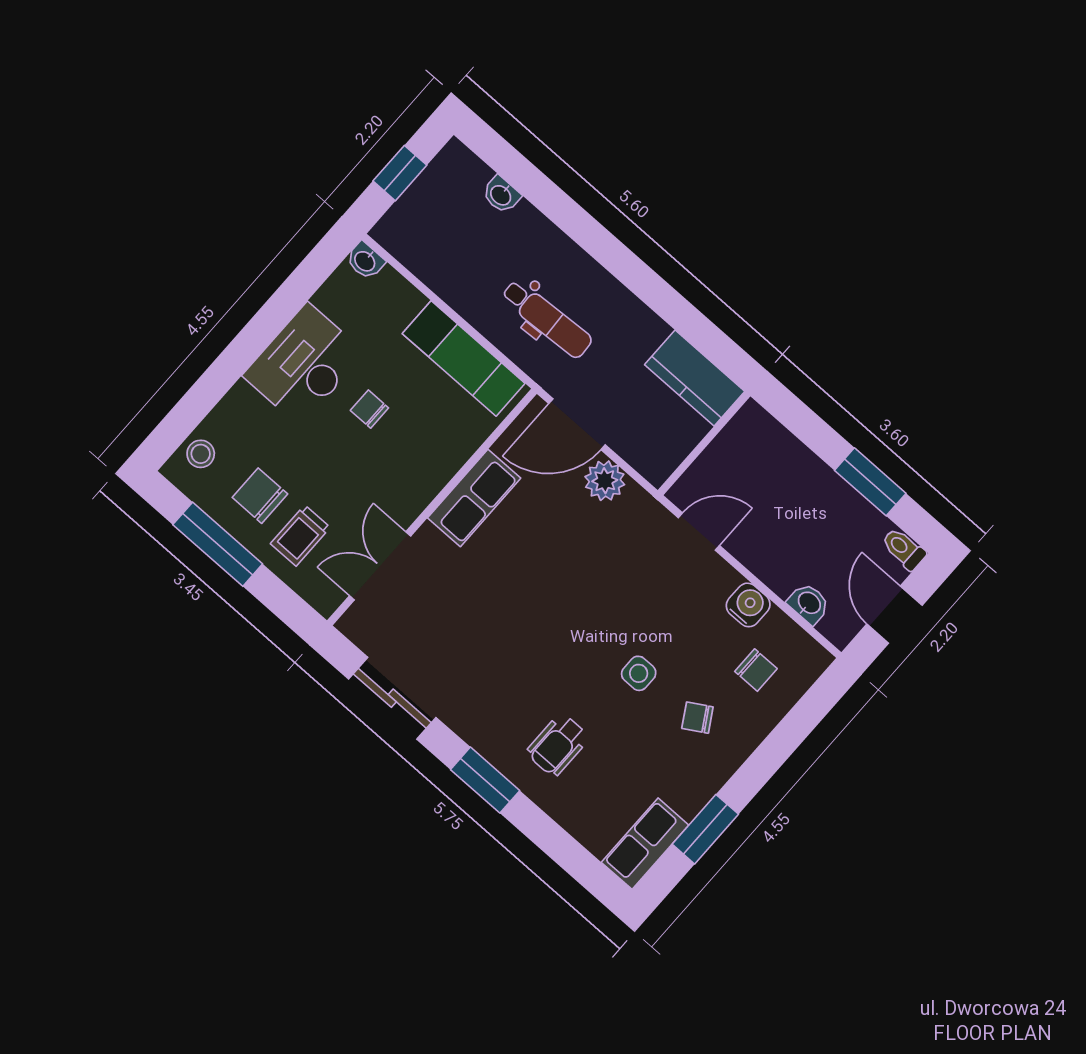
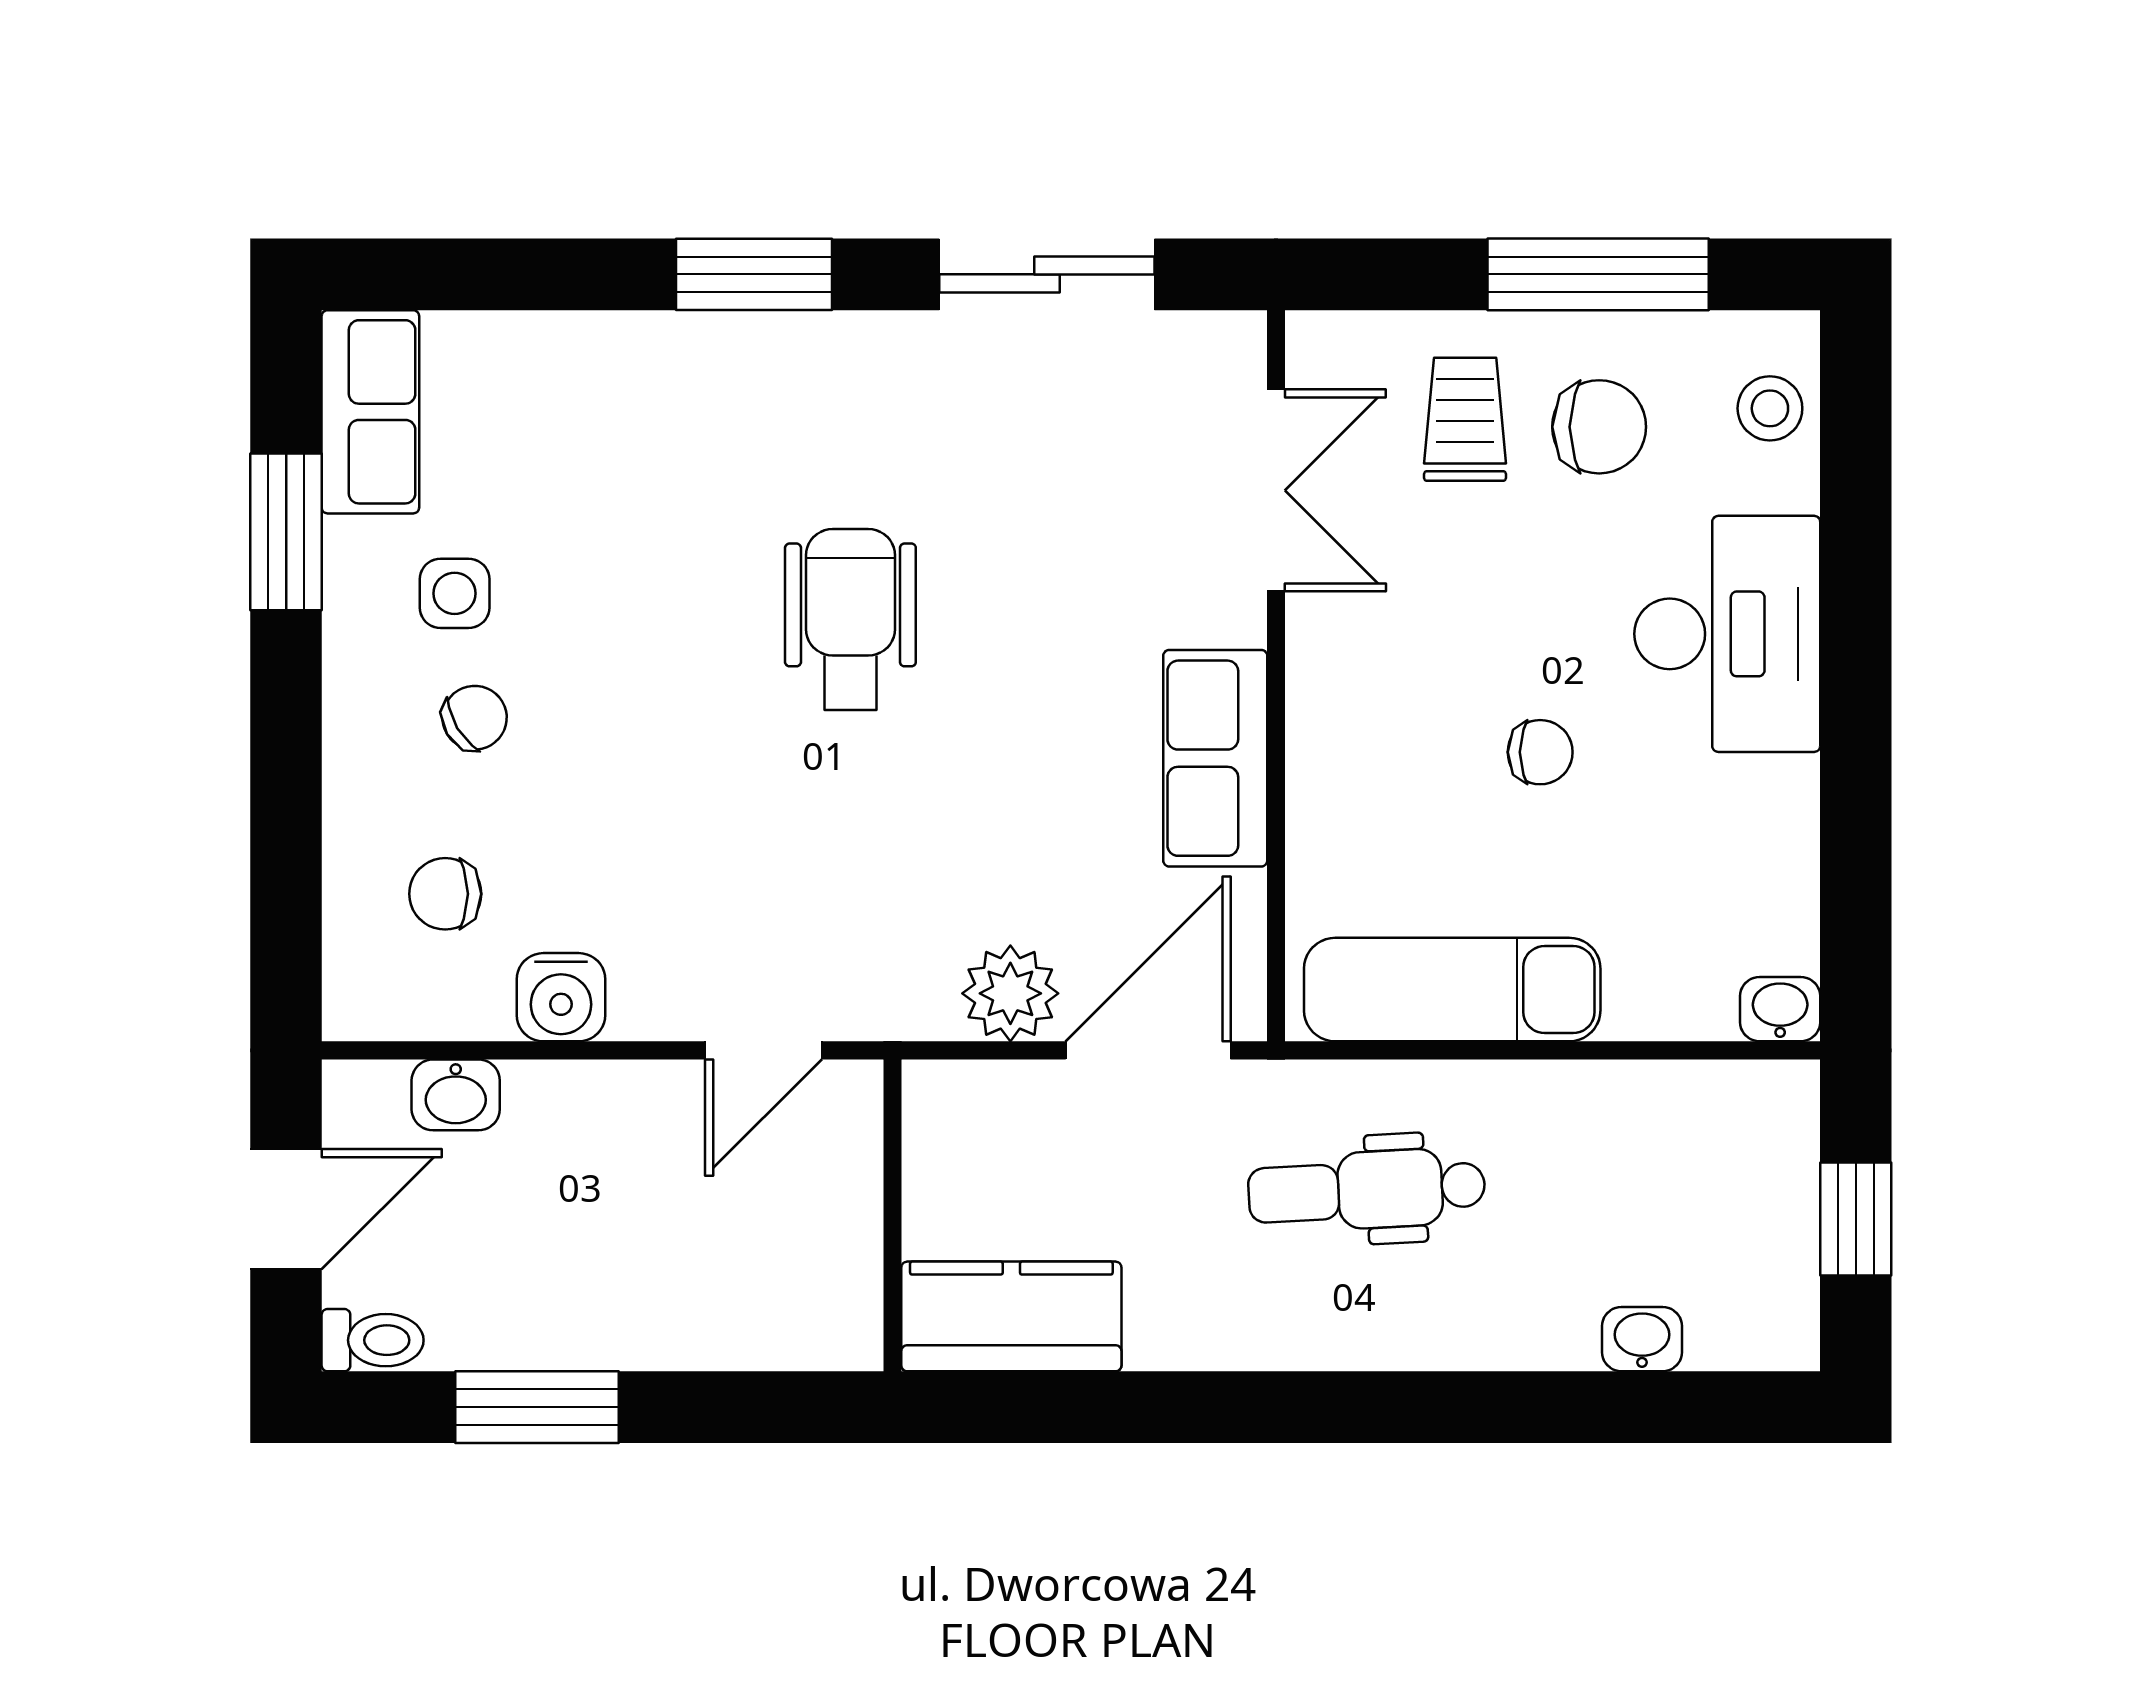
desk: (304, 364) -> (1727, 634), moved
door: (894, 615) -> (286, 1209), hinge flipped
side table: (639, 673) -> (455, 593), moved
wheelchair: (558, 745) -> (850, 619), moved, width x1.36, depth x1.37

